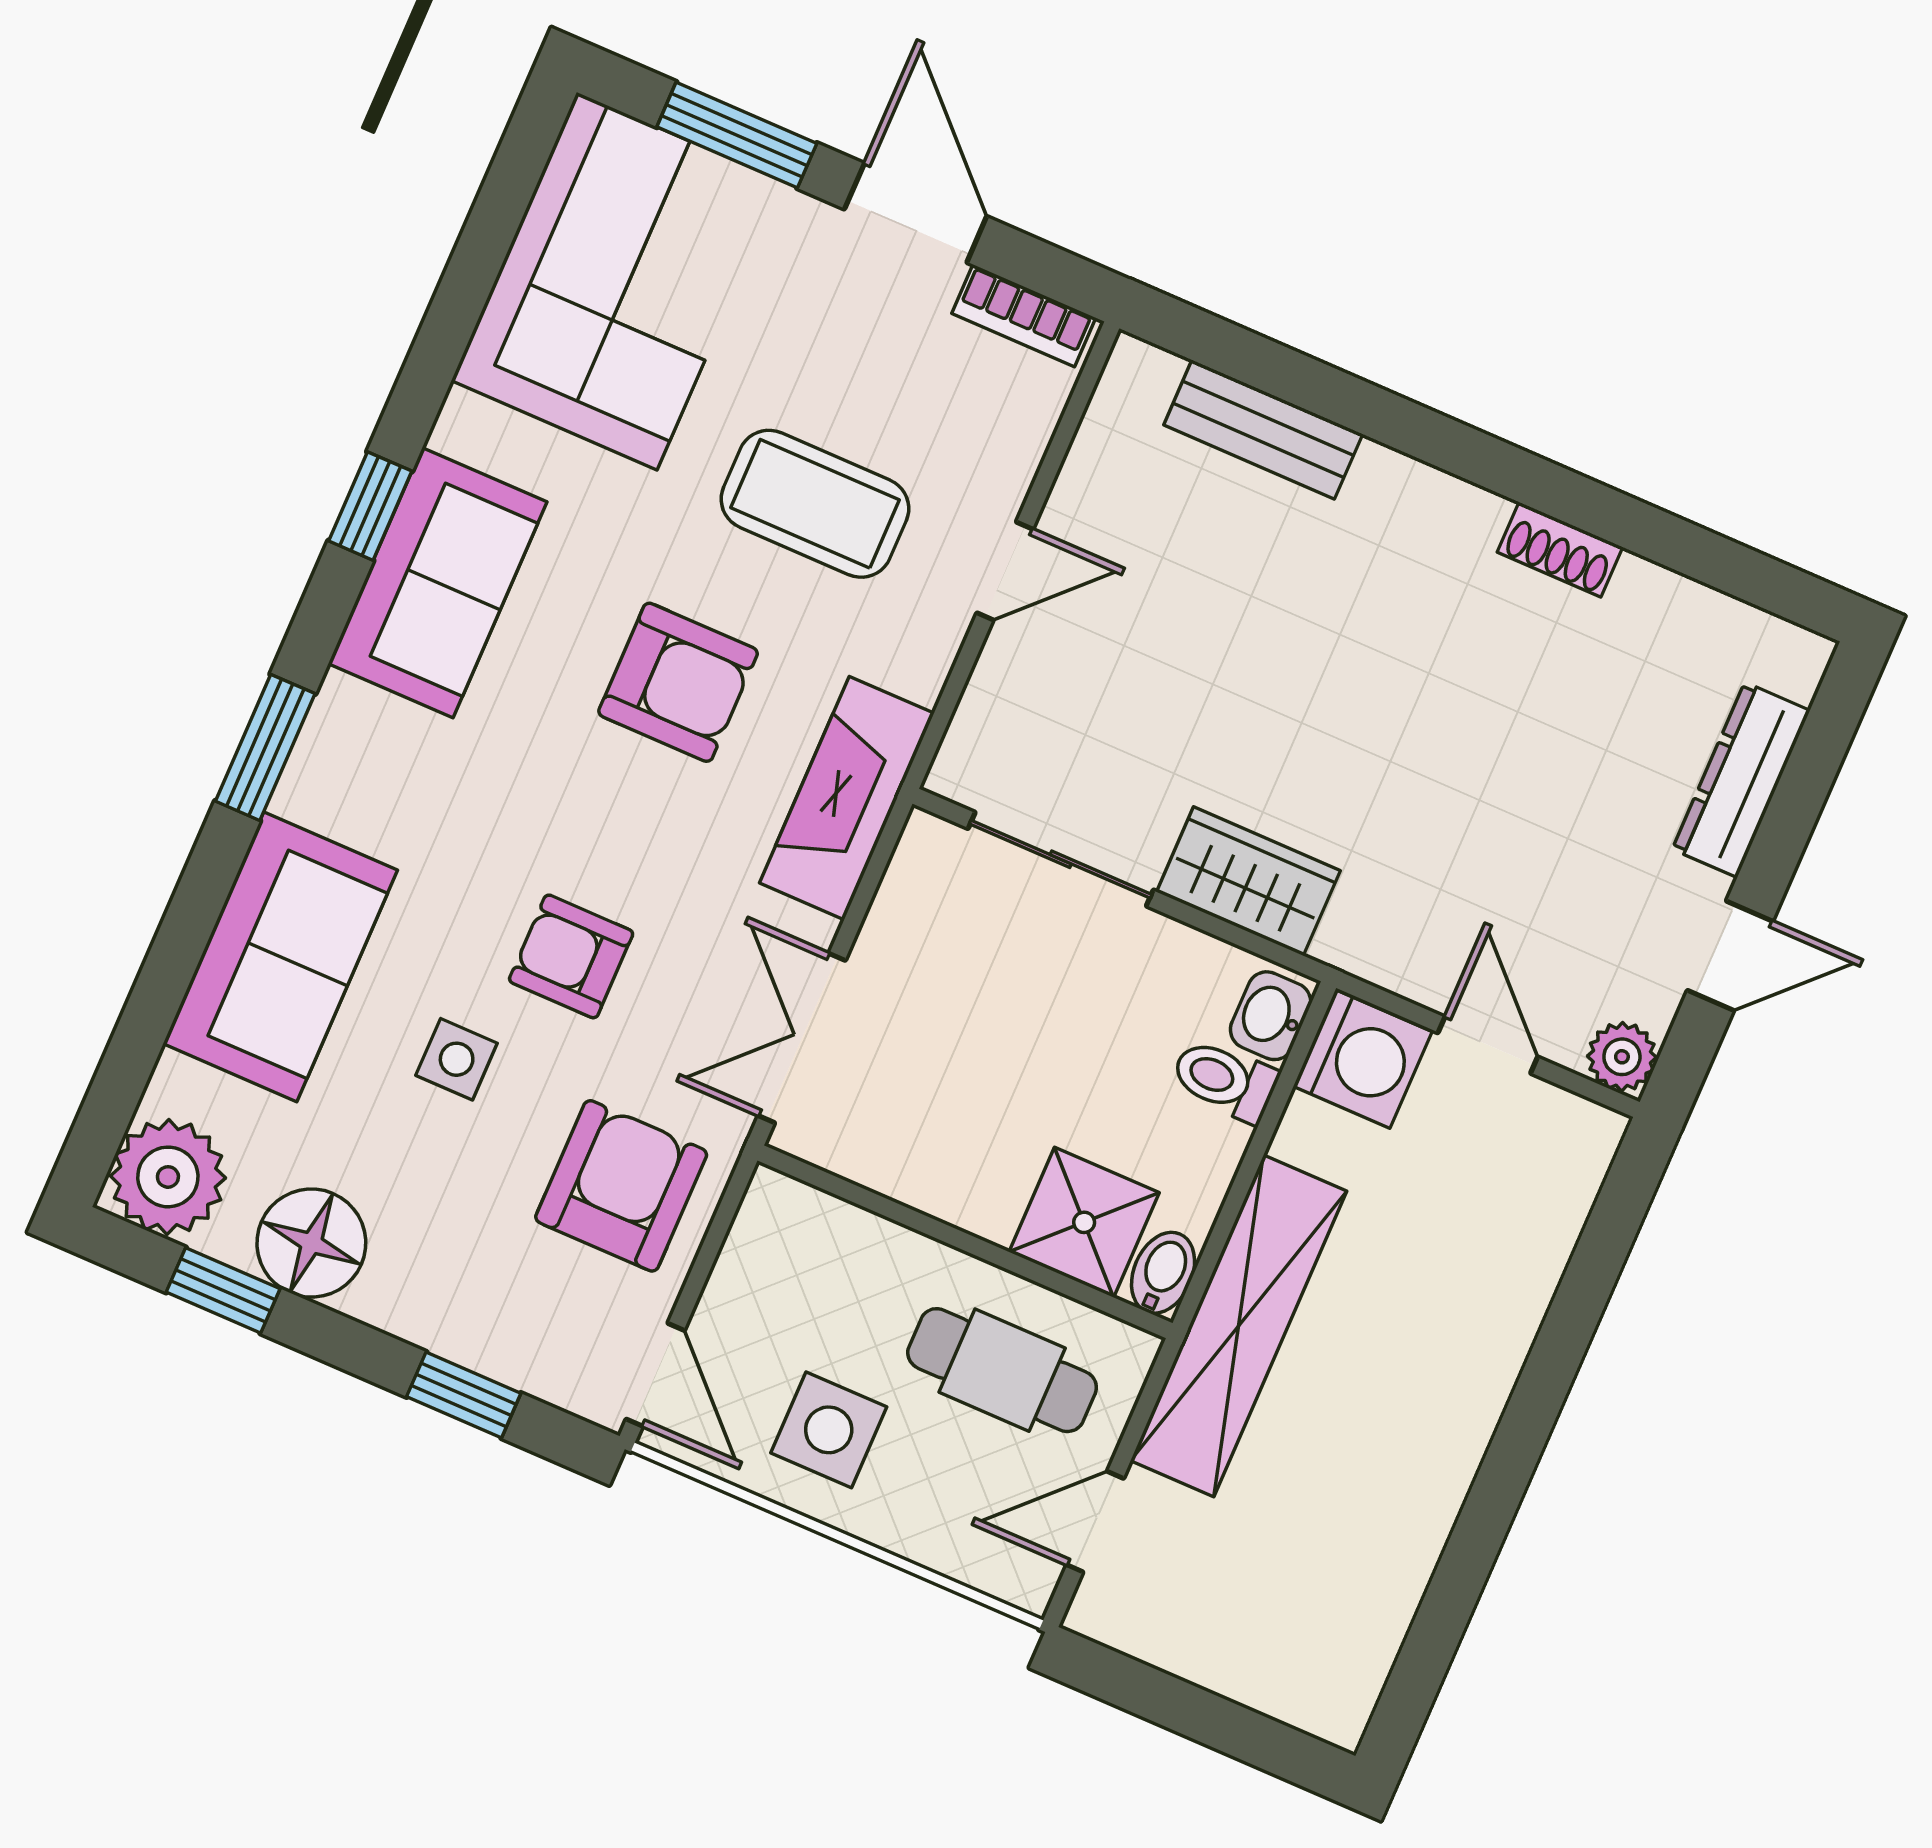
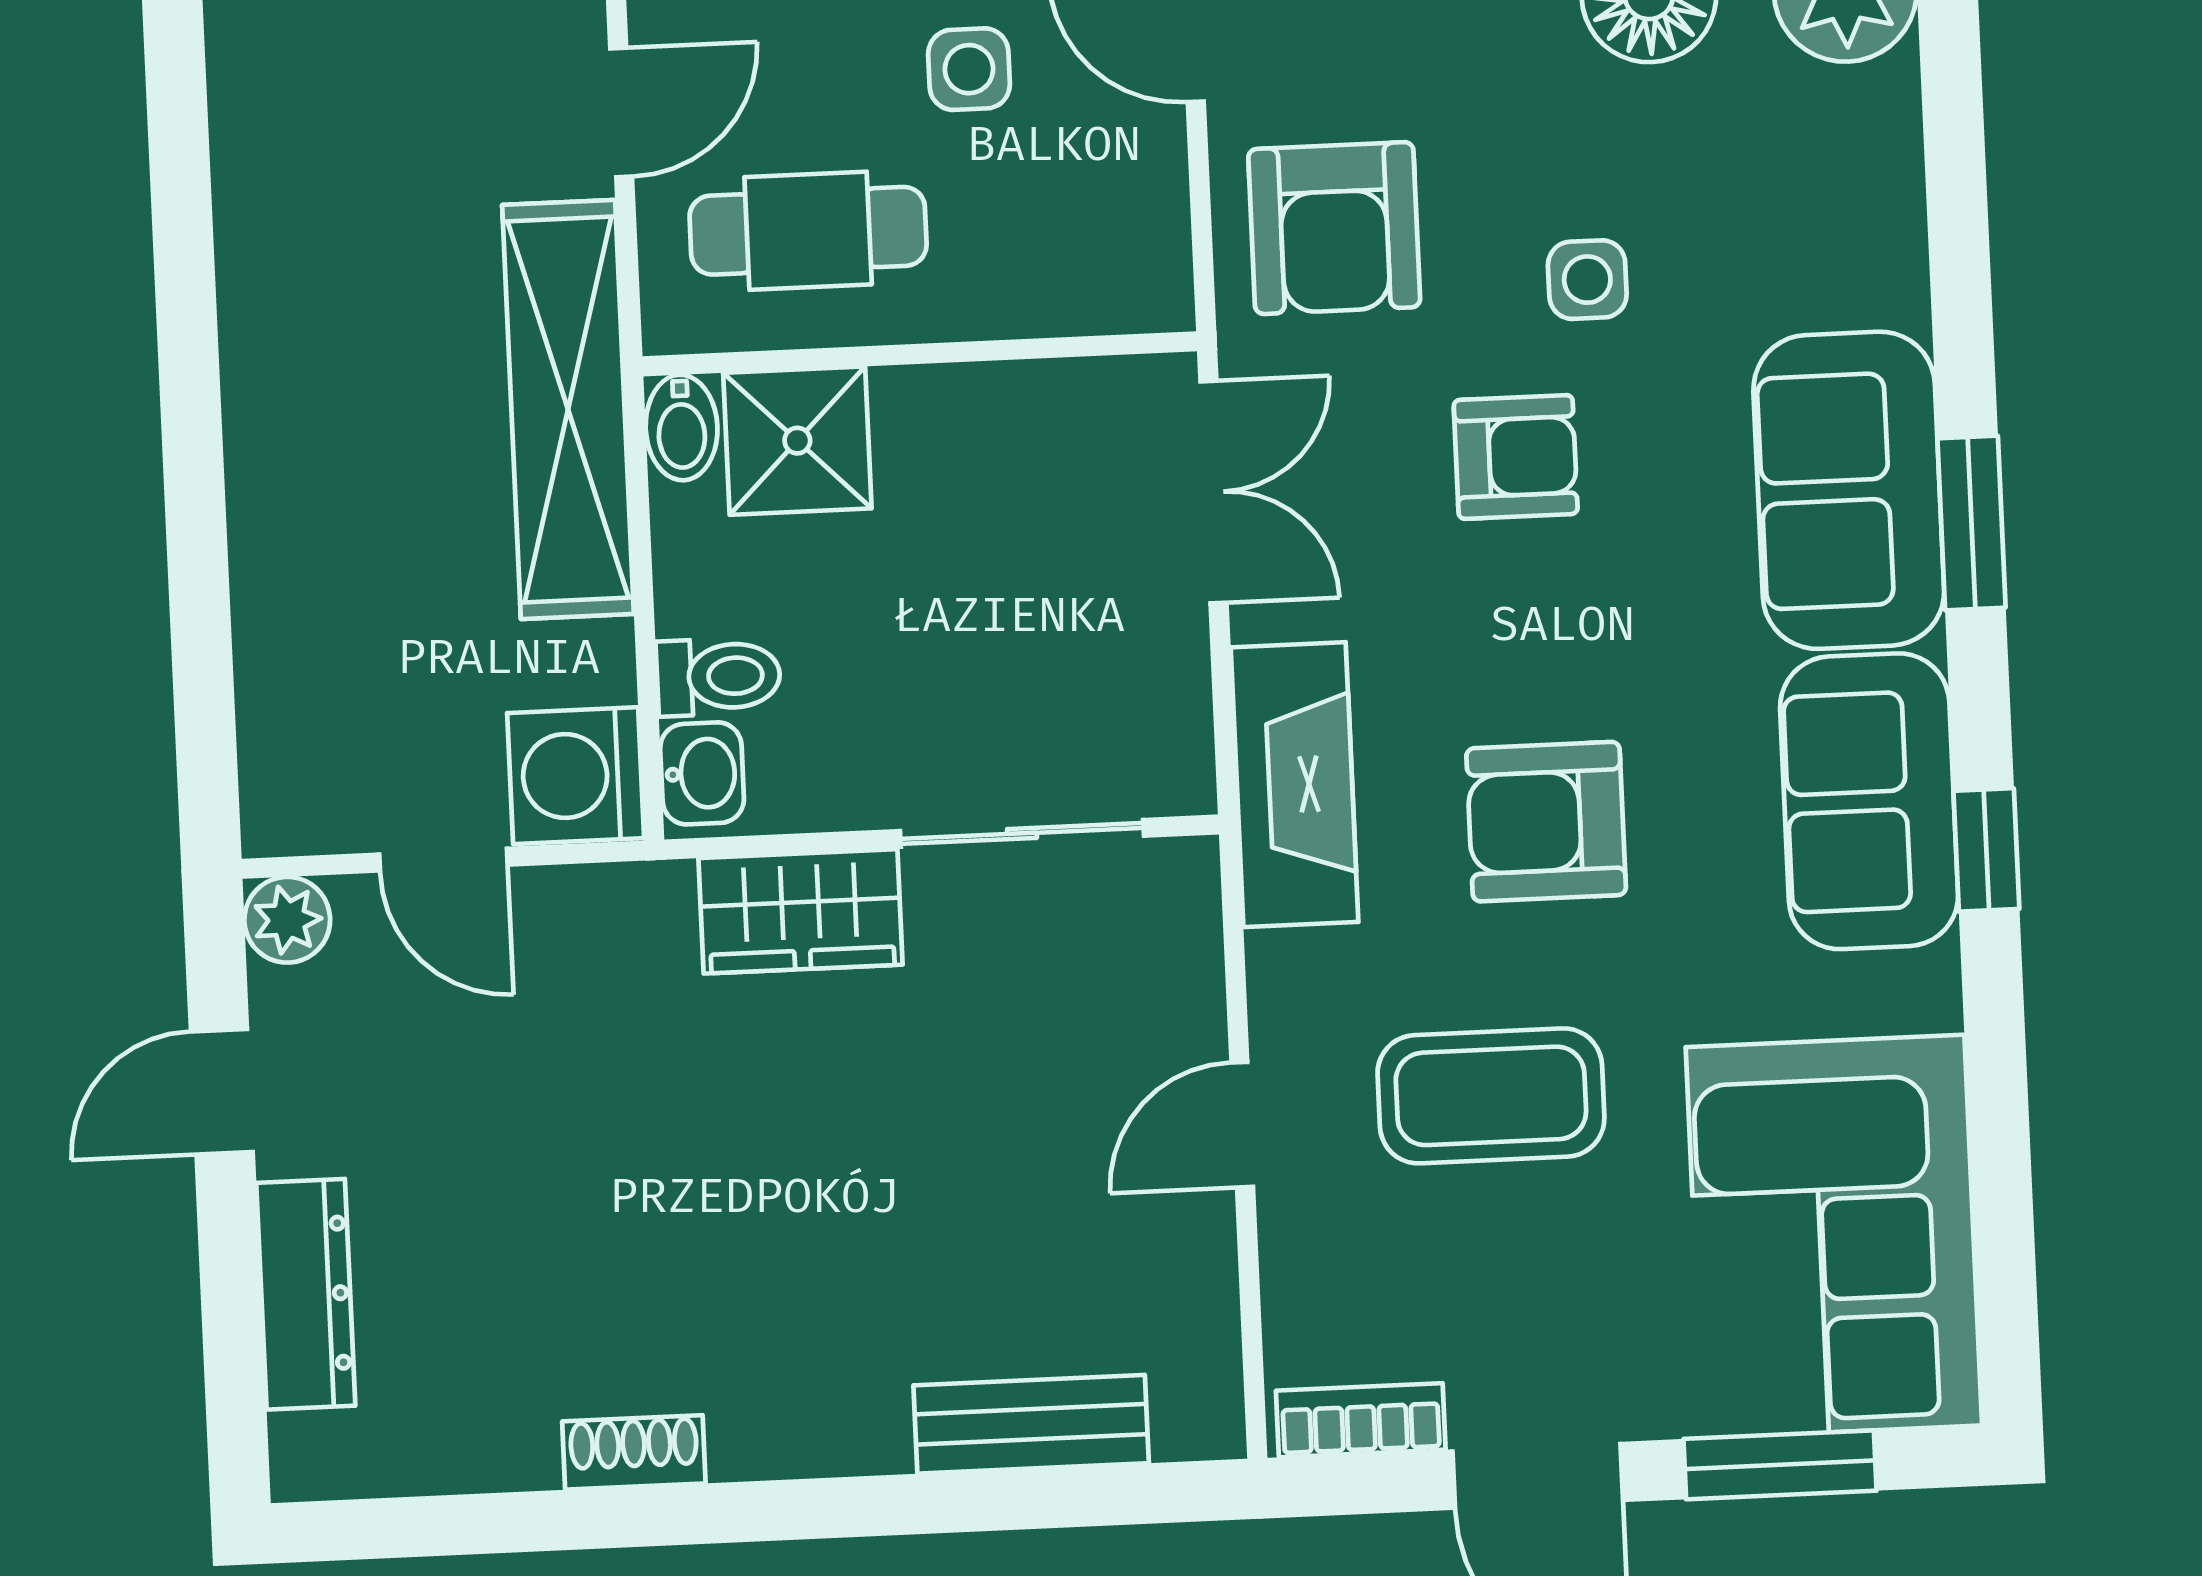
sofa: (280, 957) -> (1849, 490), moved
side table: (829, 1430) -> (969, 69), width x0.73, depth x0.73

